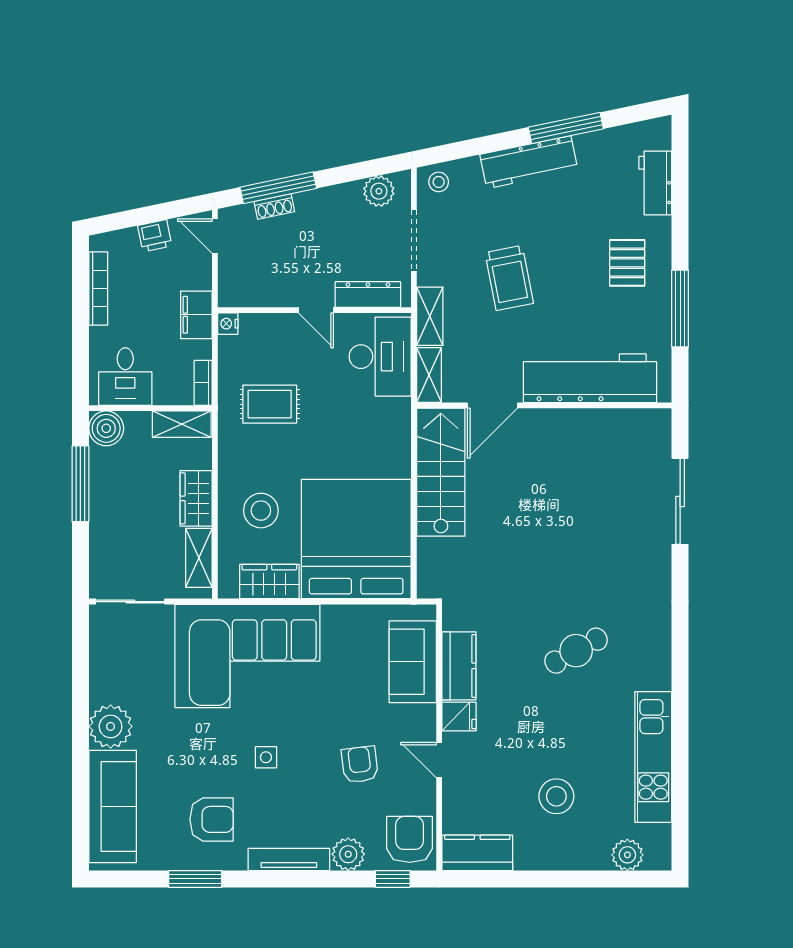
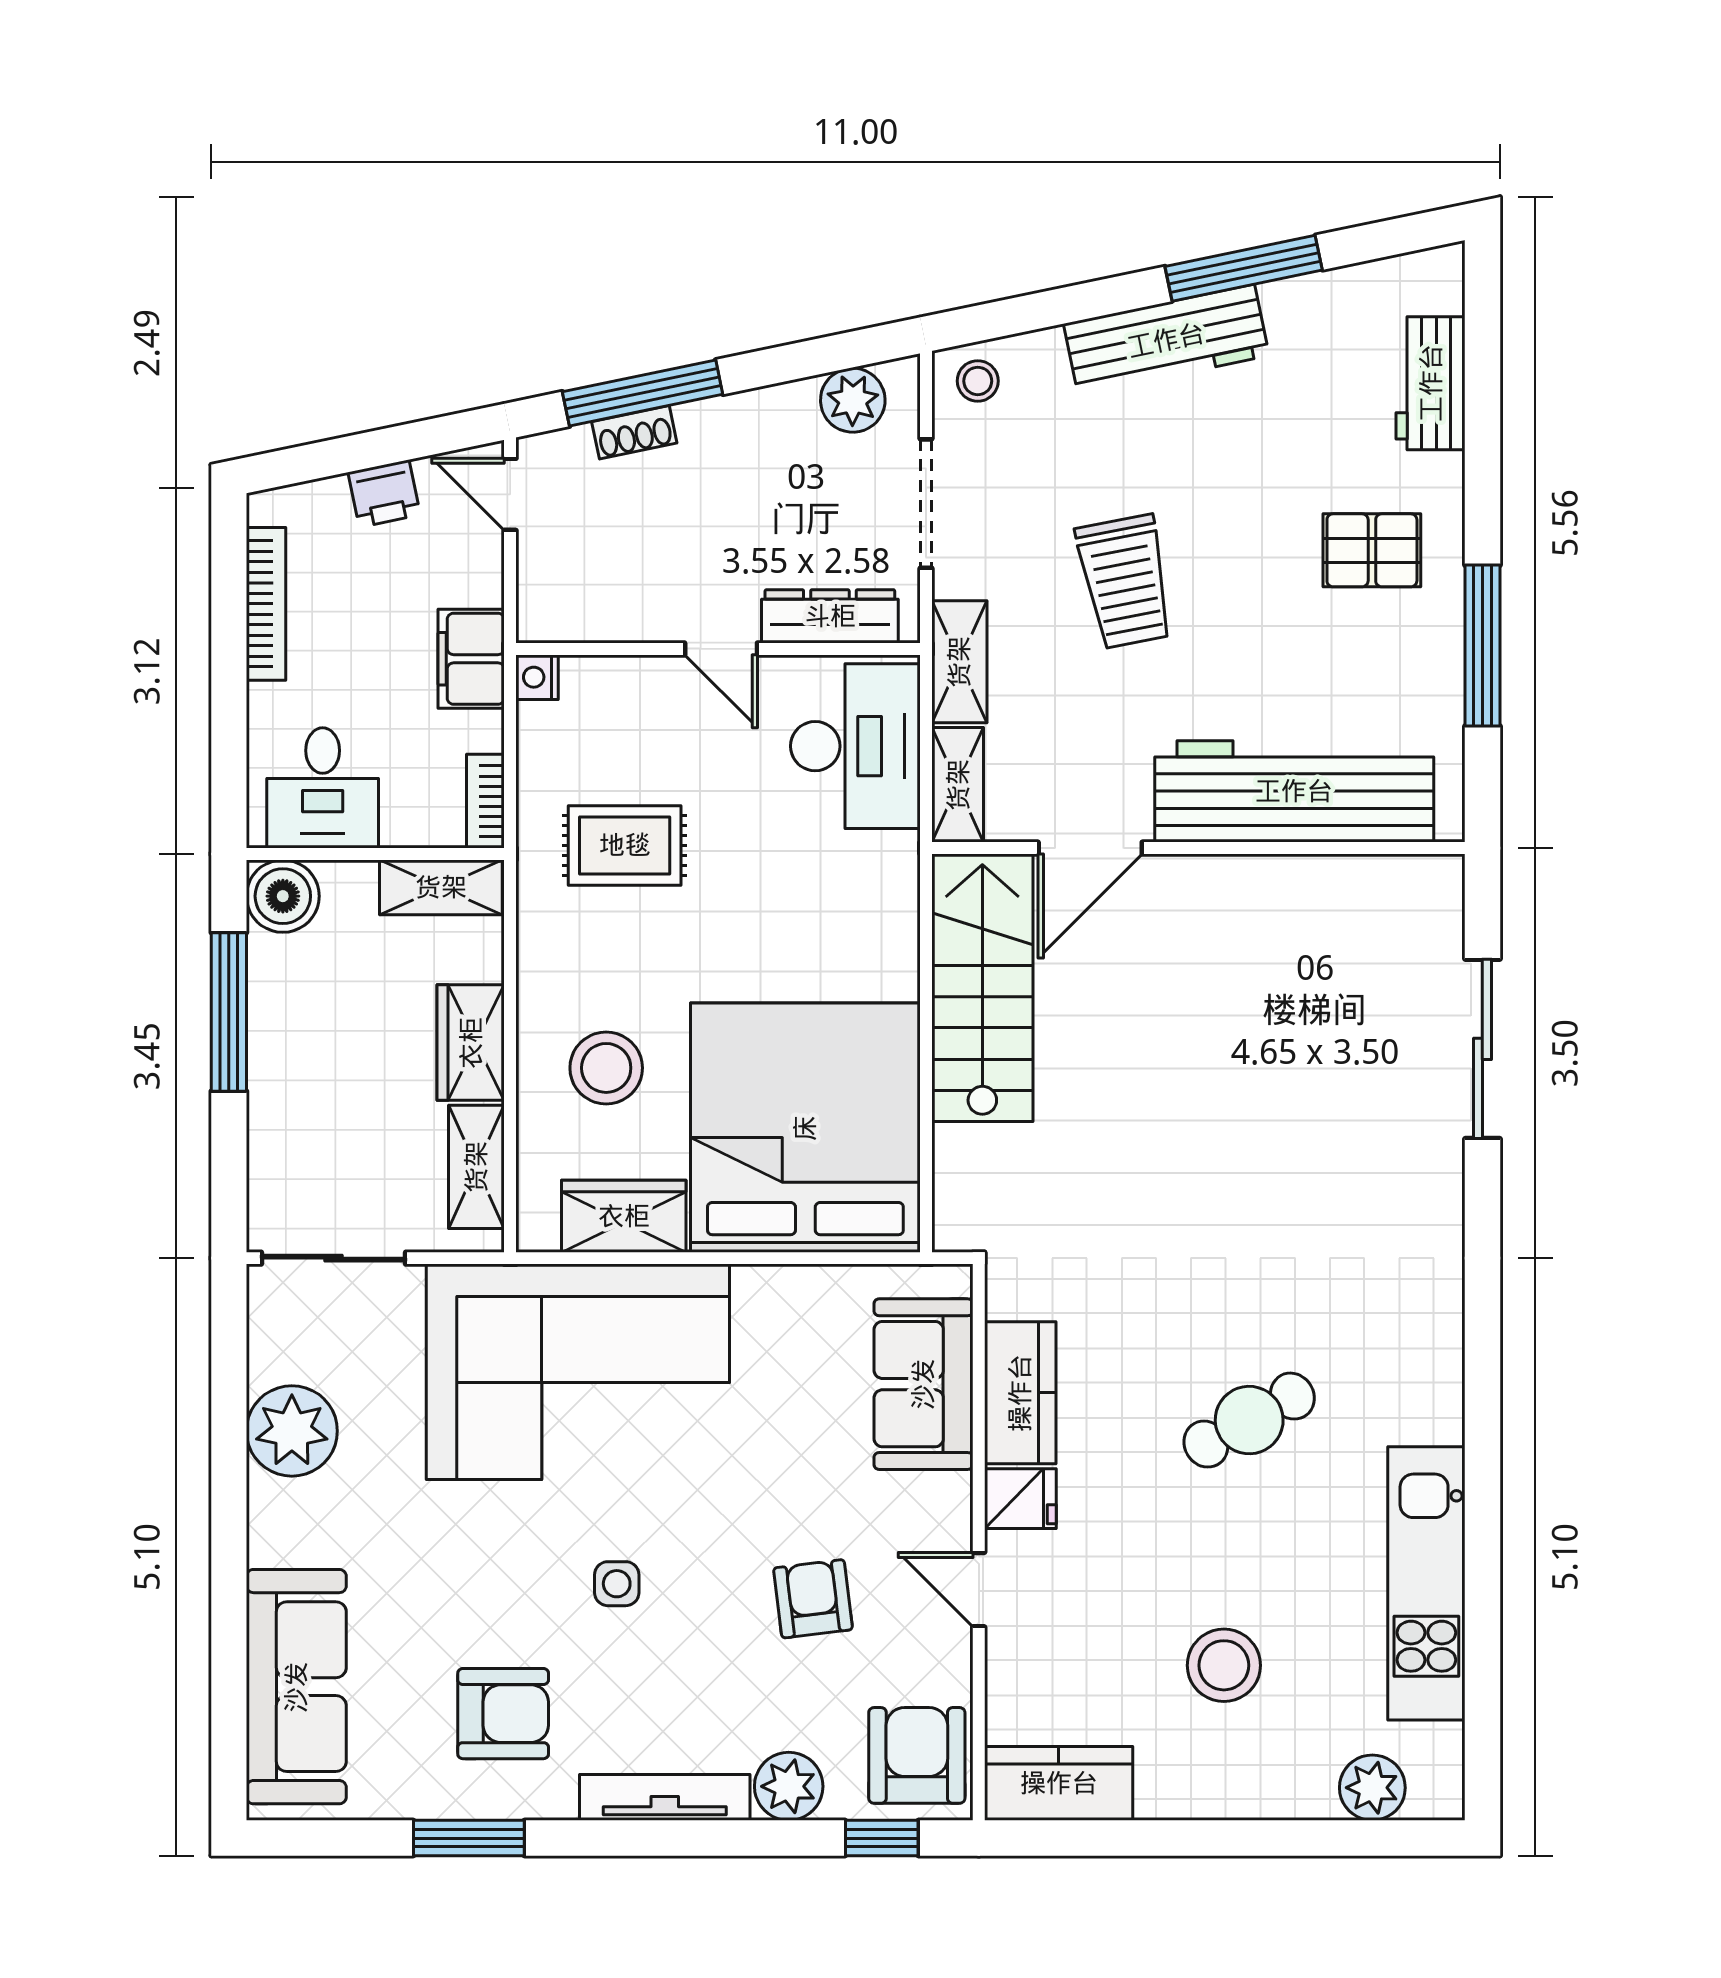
pallet: (627, 263) -> (1372, 550), turned 90
cafe table: (576, 651) -> (1249, 1420), moved
plant: (111, 726) -> (292, 1431), moved

